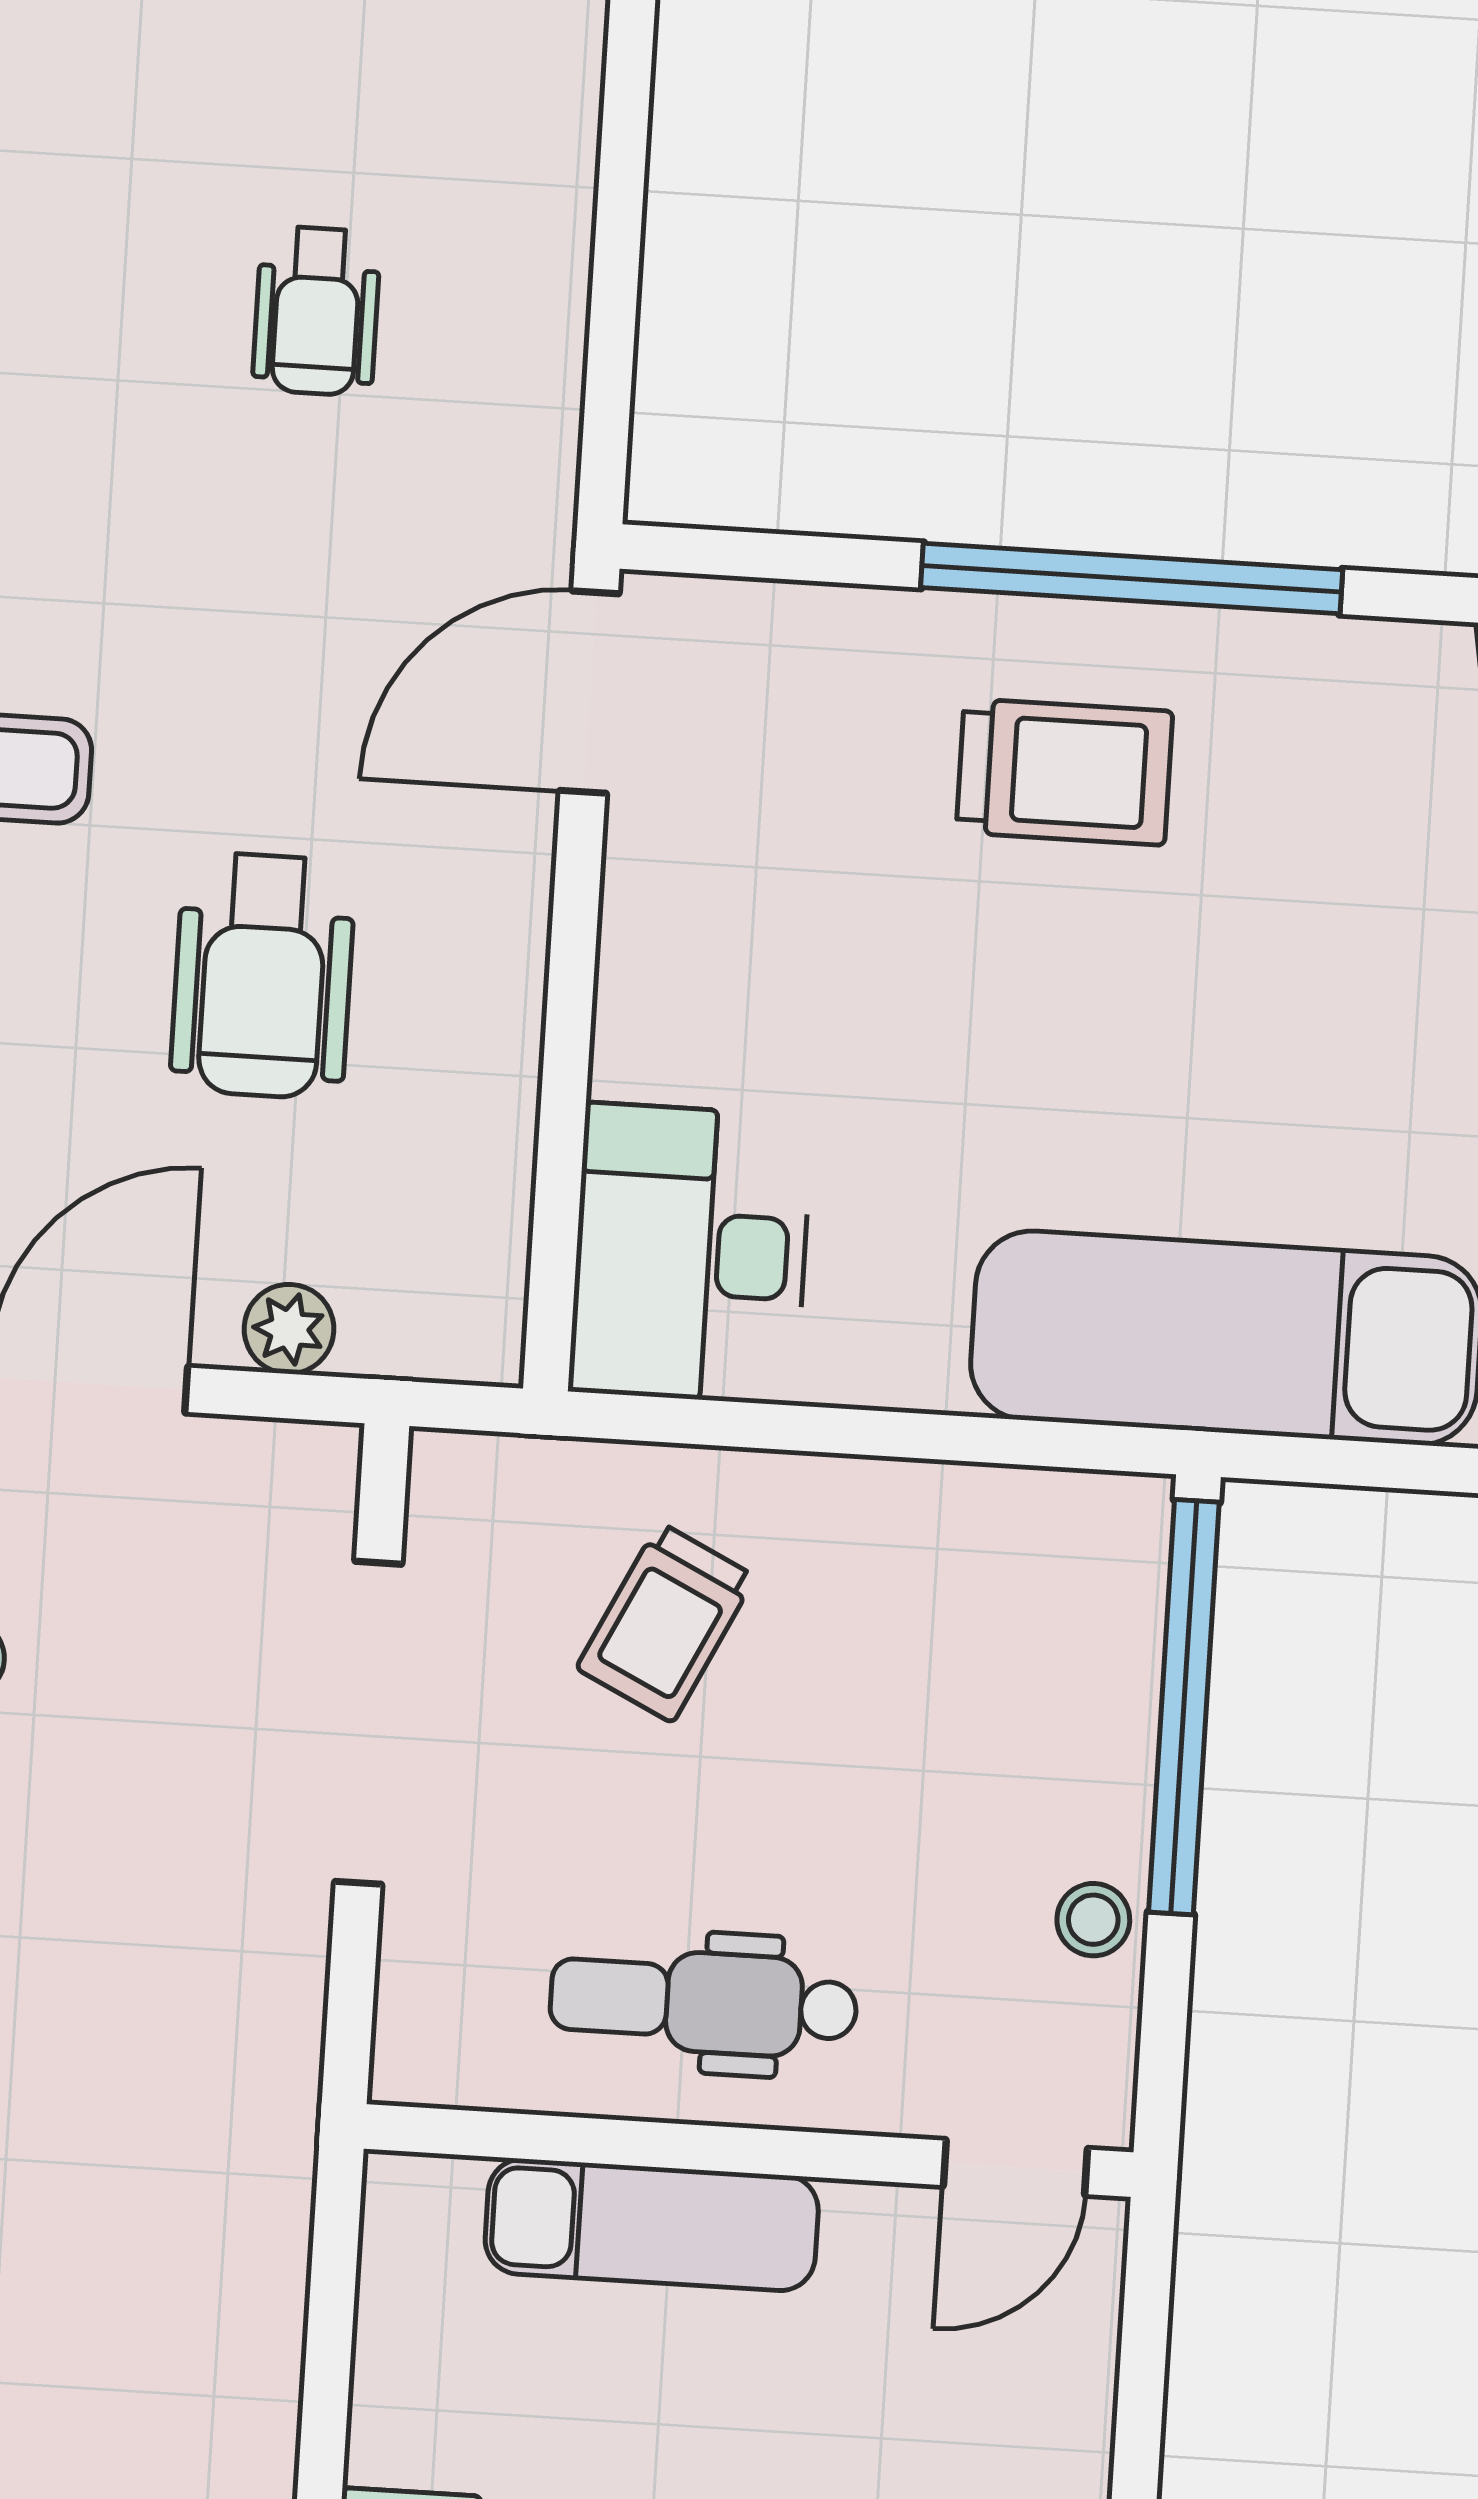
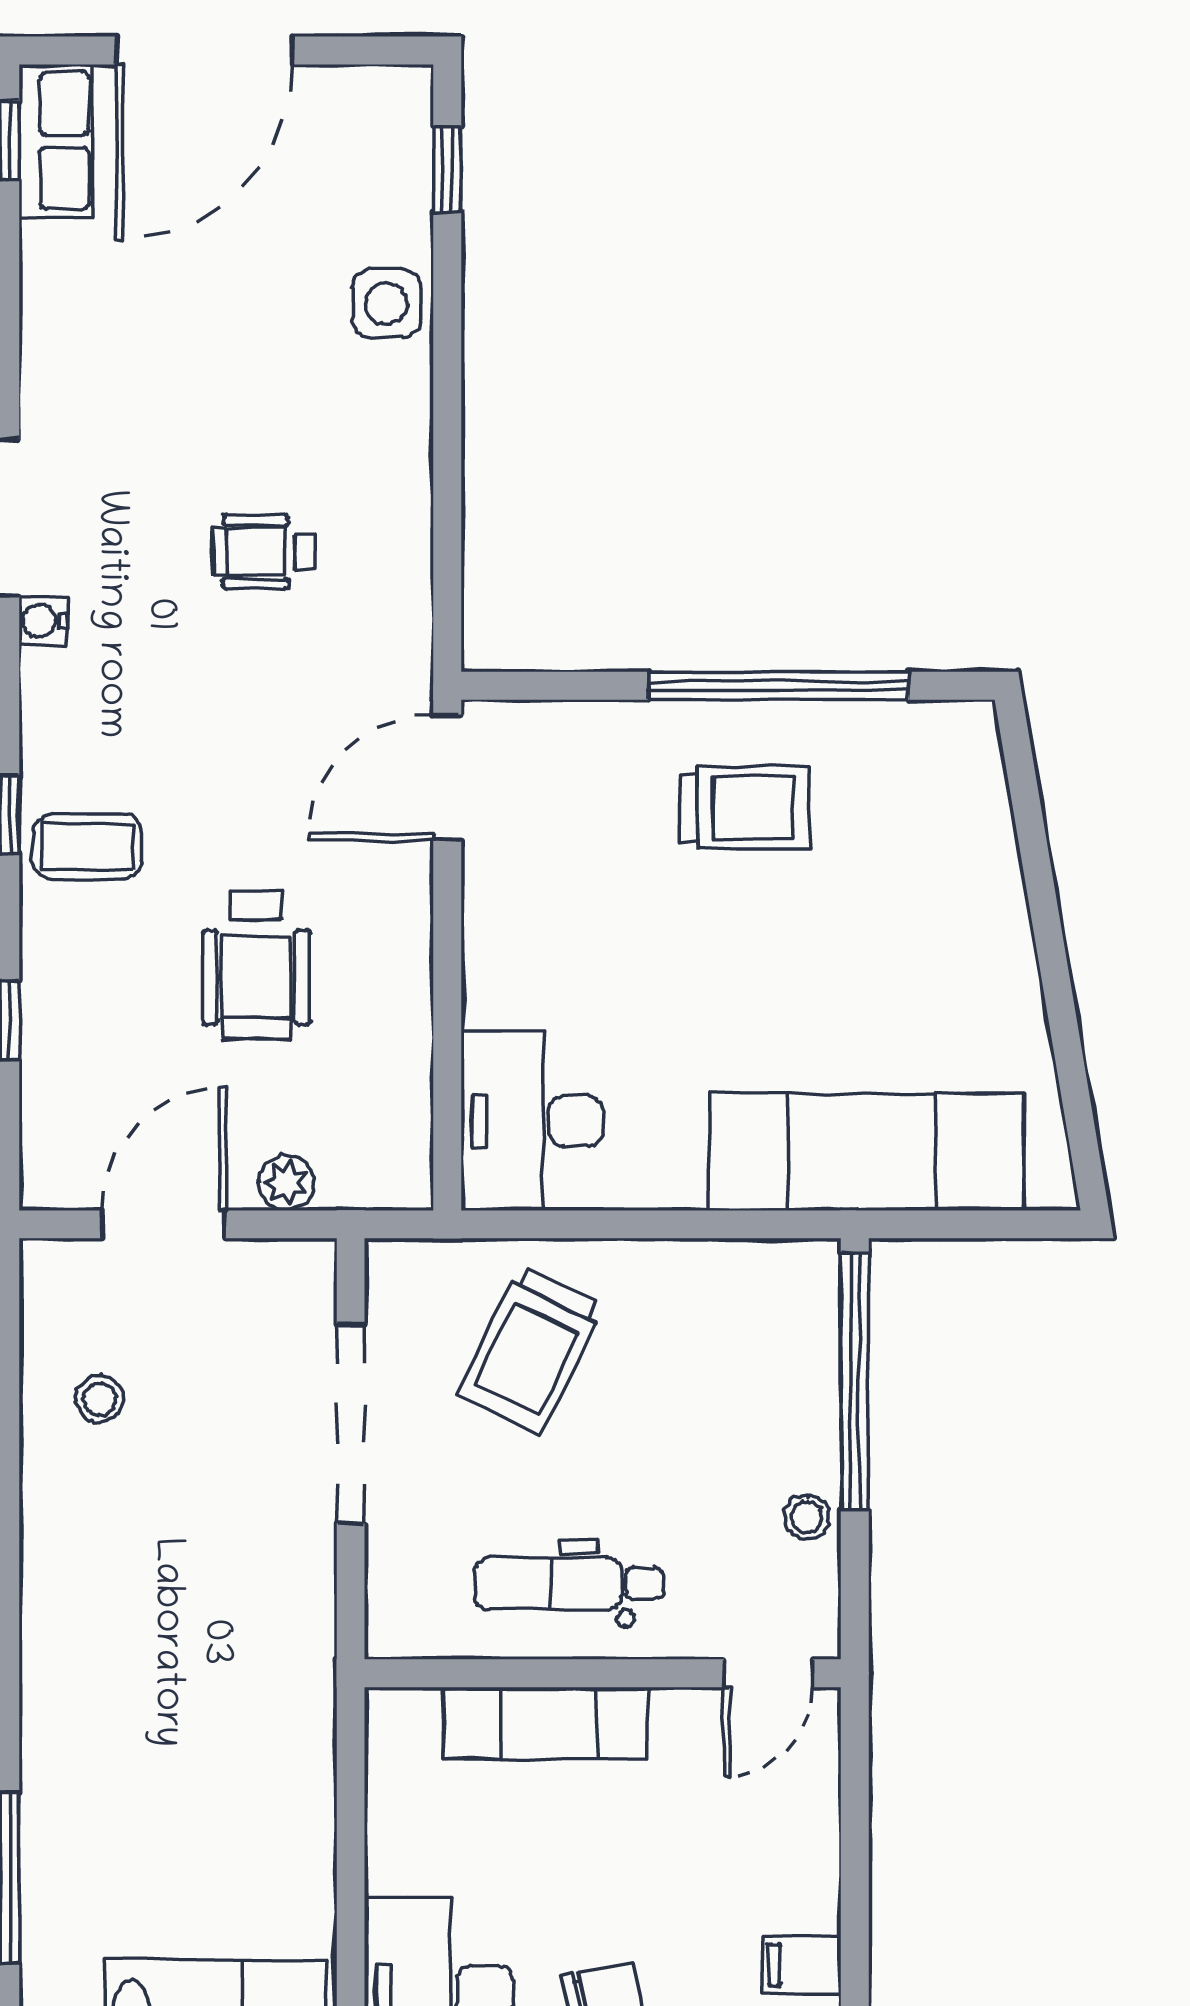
wheelchair: (317, 311) -> (264, 552), turned 90
trolley: (666, 1623) -> (531, 1350), width x1.36, depth x1.39

